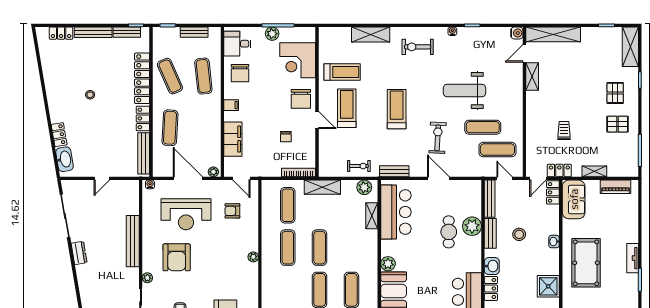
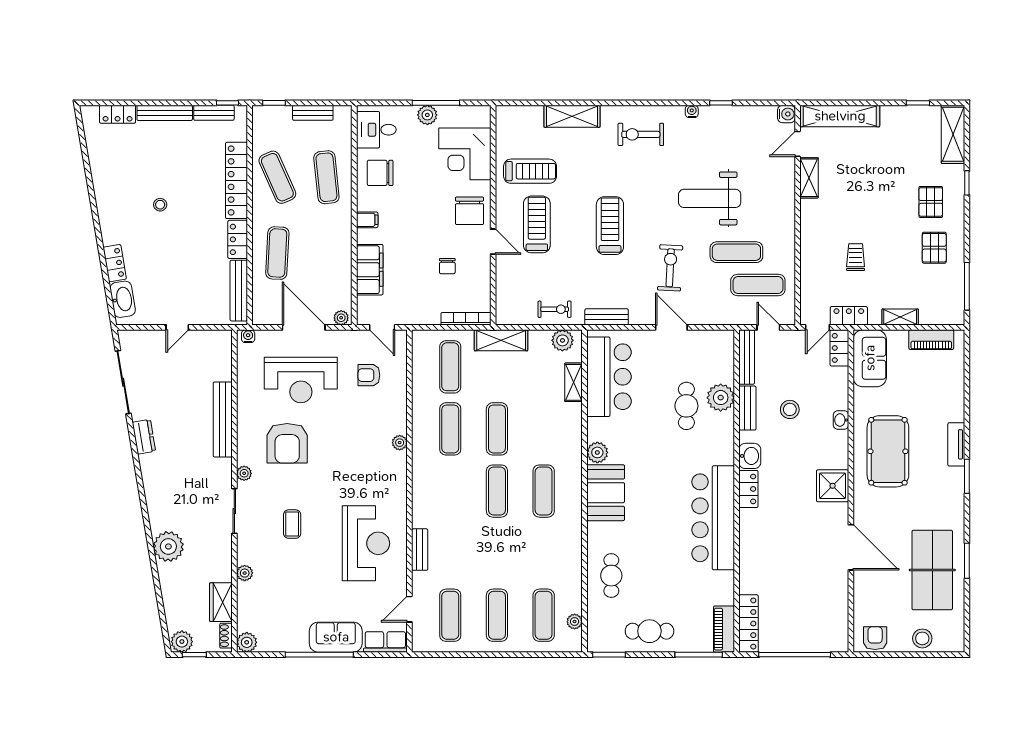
chair: (240, 73) -> (380, 173), turned 90
pallet: (618, 124) -> (934, 248), turned 90

